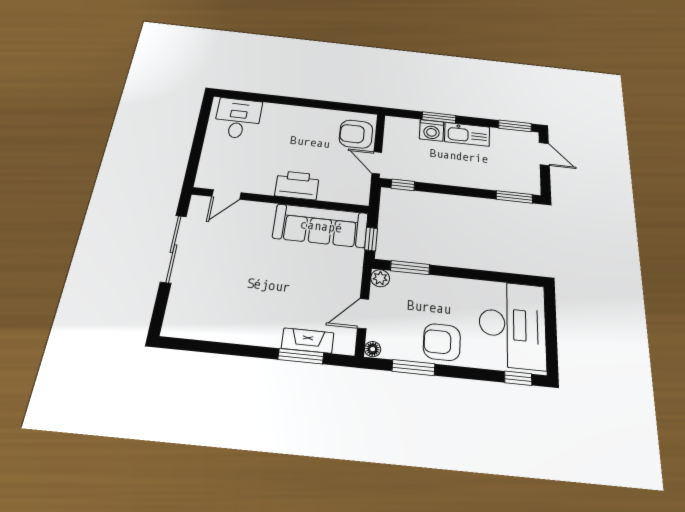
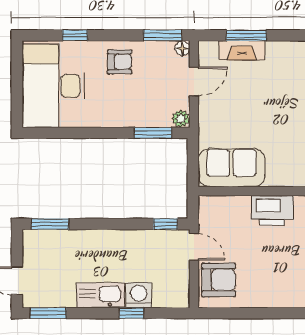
window: (439, 117) -> (131, 313), width x0.67
sofa: (321, 226) -> (231, 168), width x0.73
window: (371, 239) -> (193, 159), removed
armchair: (442, 342) -> (119, 62), width x0.72, depth x0.72
window: (413, 368) -> (163, 35), moved
window: (518, 378) -> (75, 35), moved

